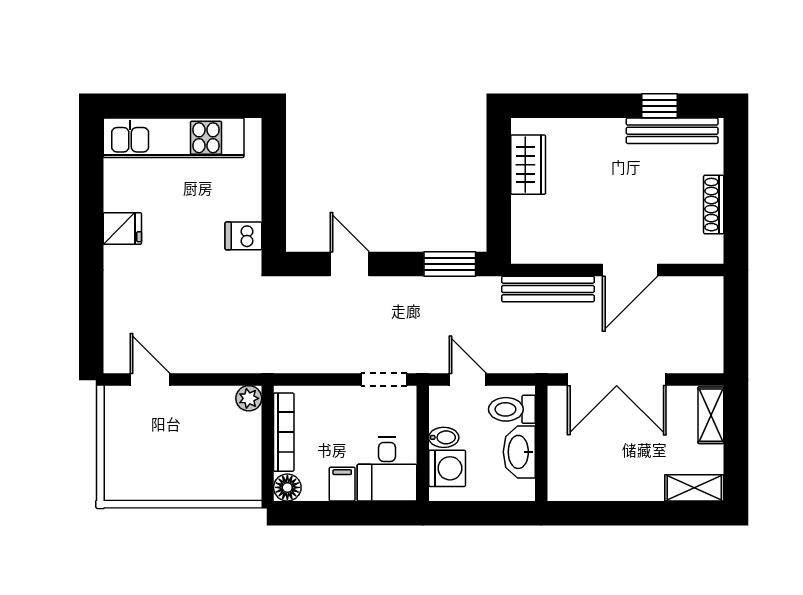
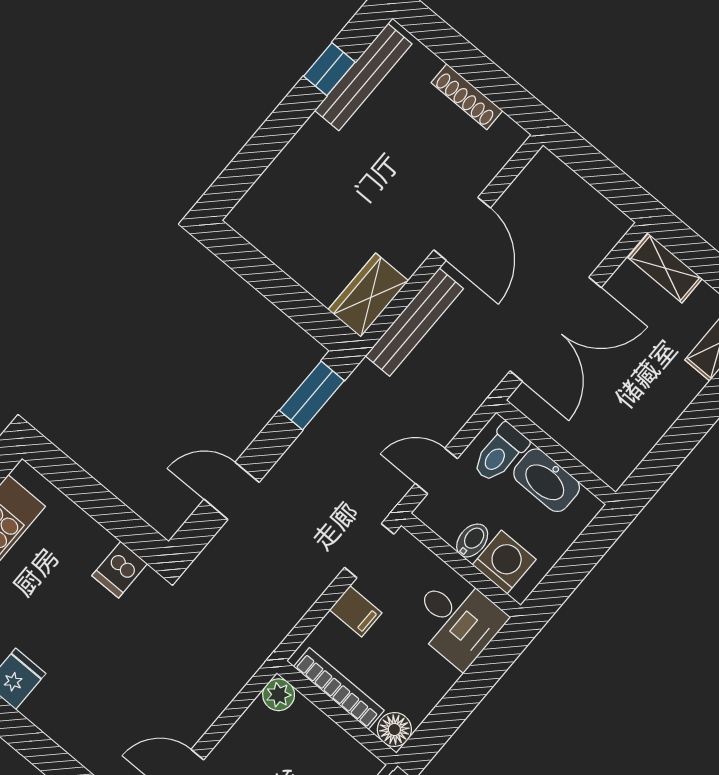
wardrobe: (528, 165) -> (368, 295), moved, turned -90
filing cabinet: (342, 484) -> (356, 611), moved, turned 180

